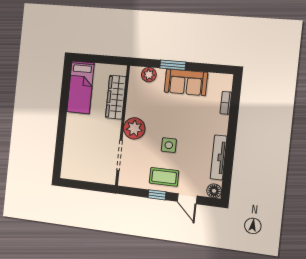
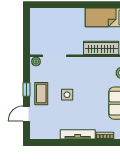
plant: (134, 128) -> (36, 62), moved, width x0.53, depth x0.53
tv unit: (219, 157) -> (78, 134), moved
floor lamp: (214, 191) -> (35, 134), removed

